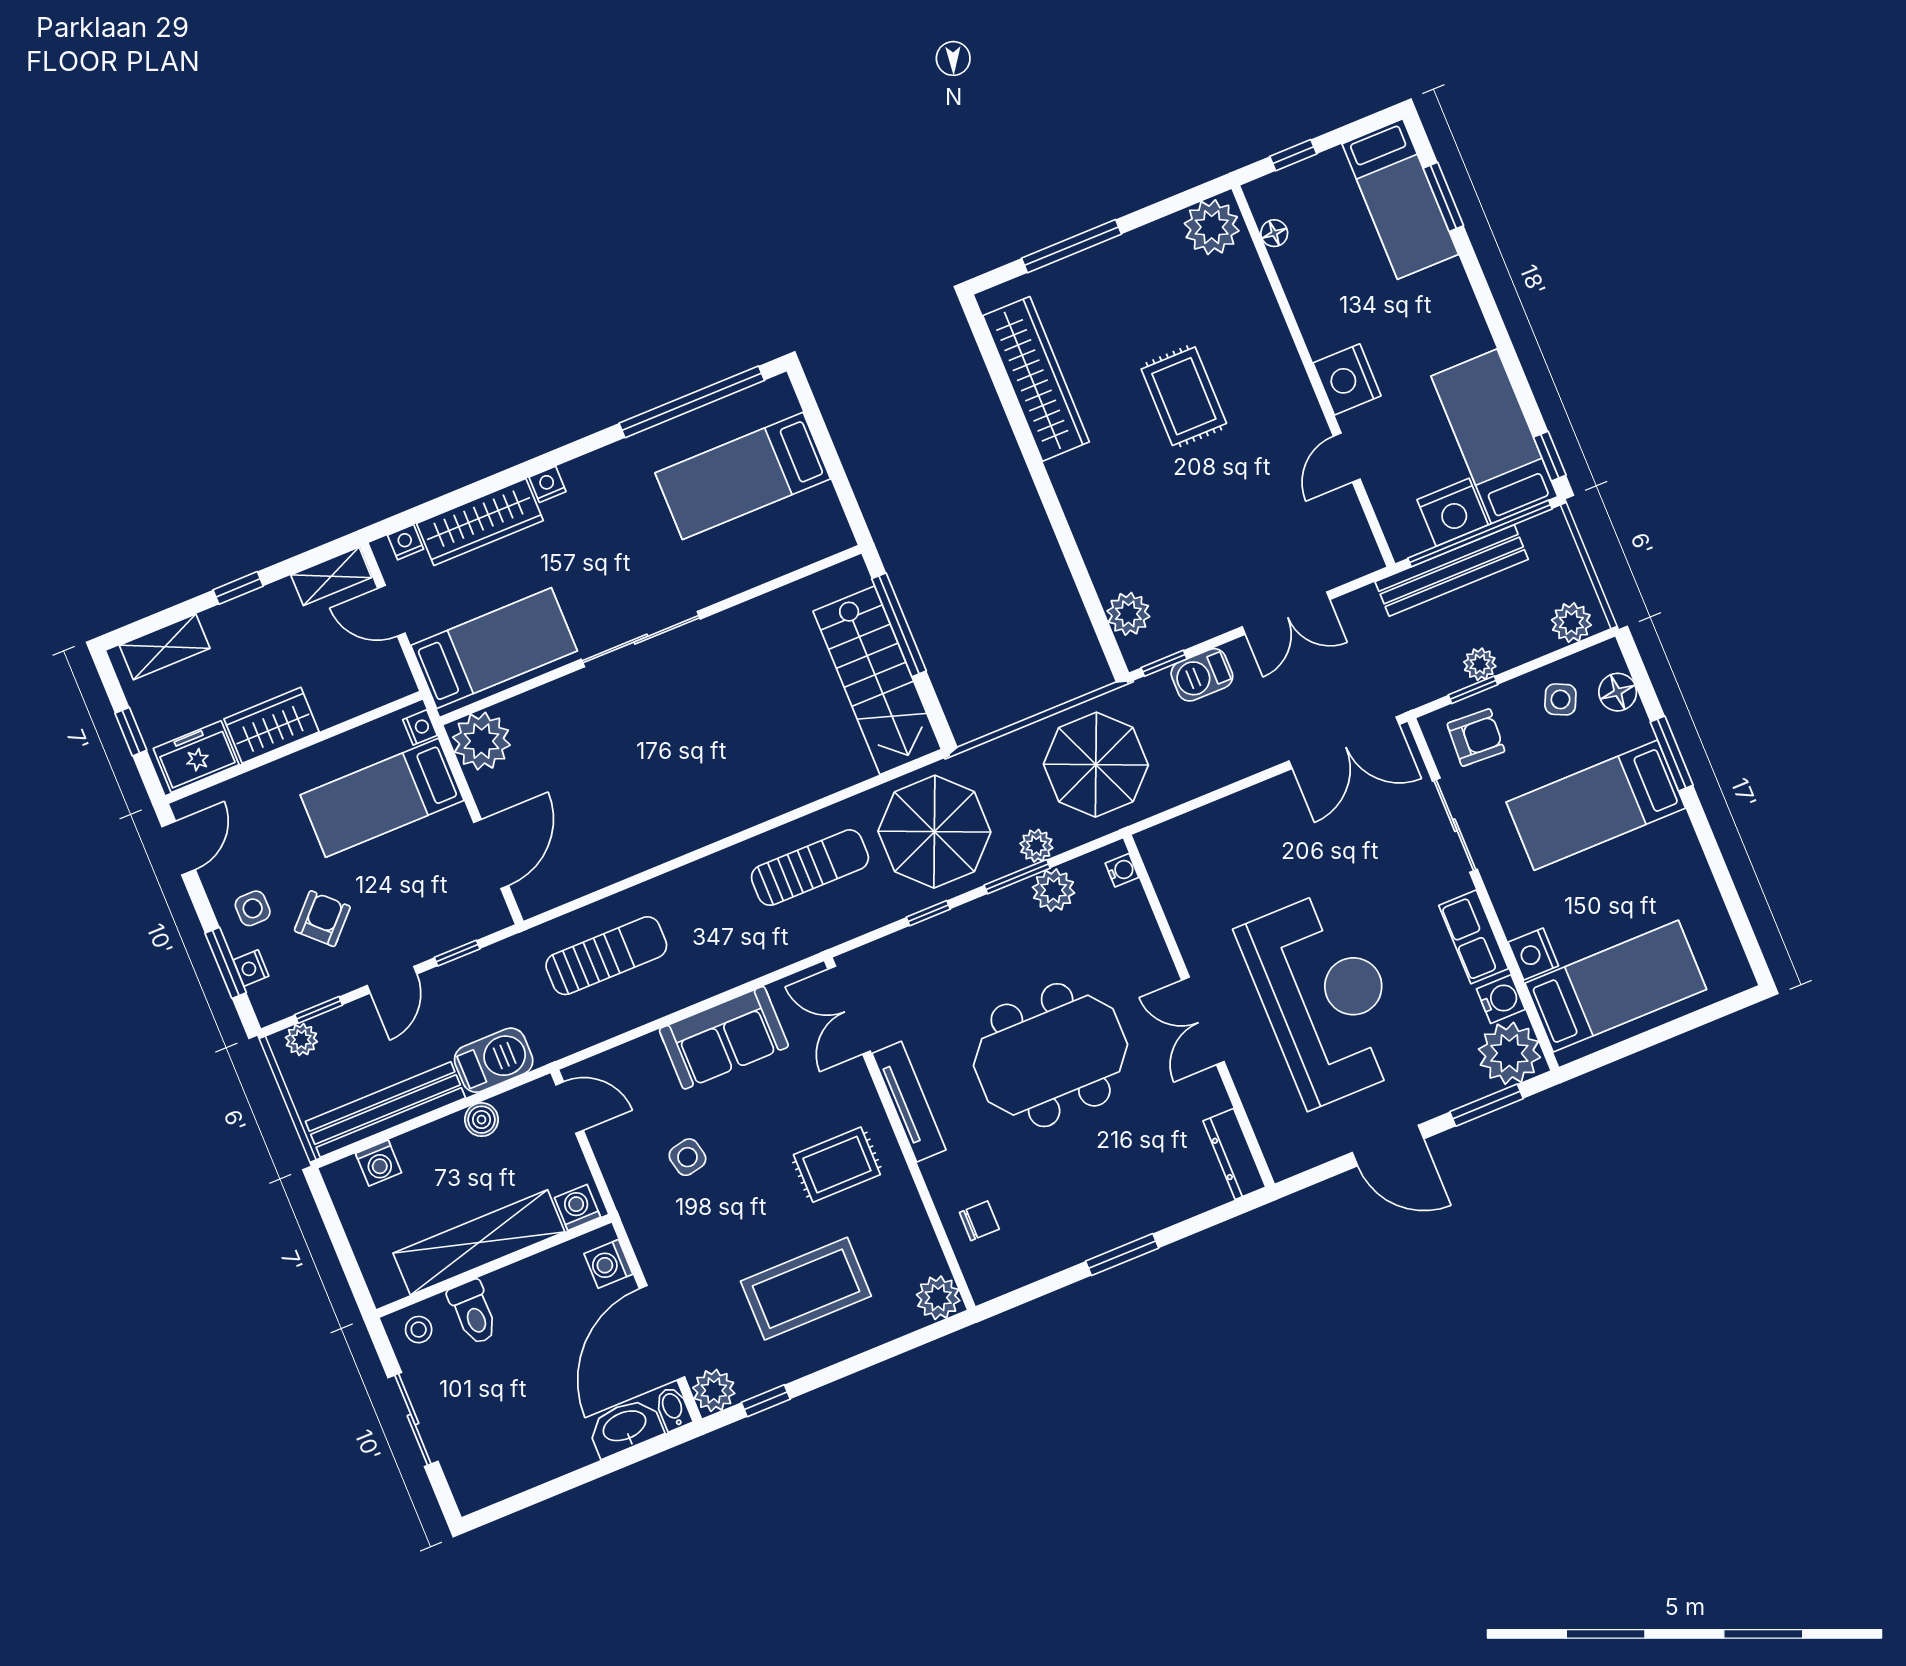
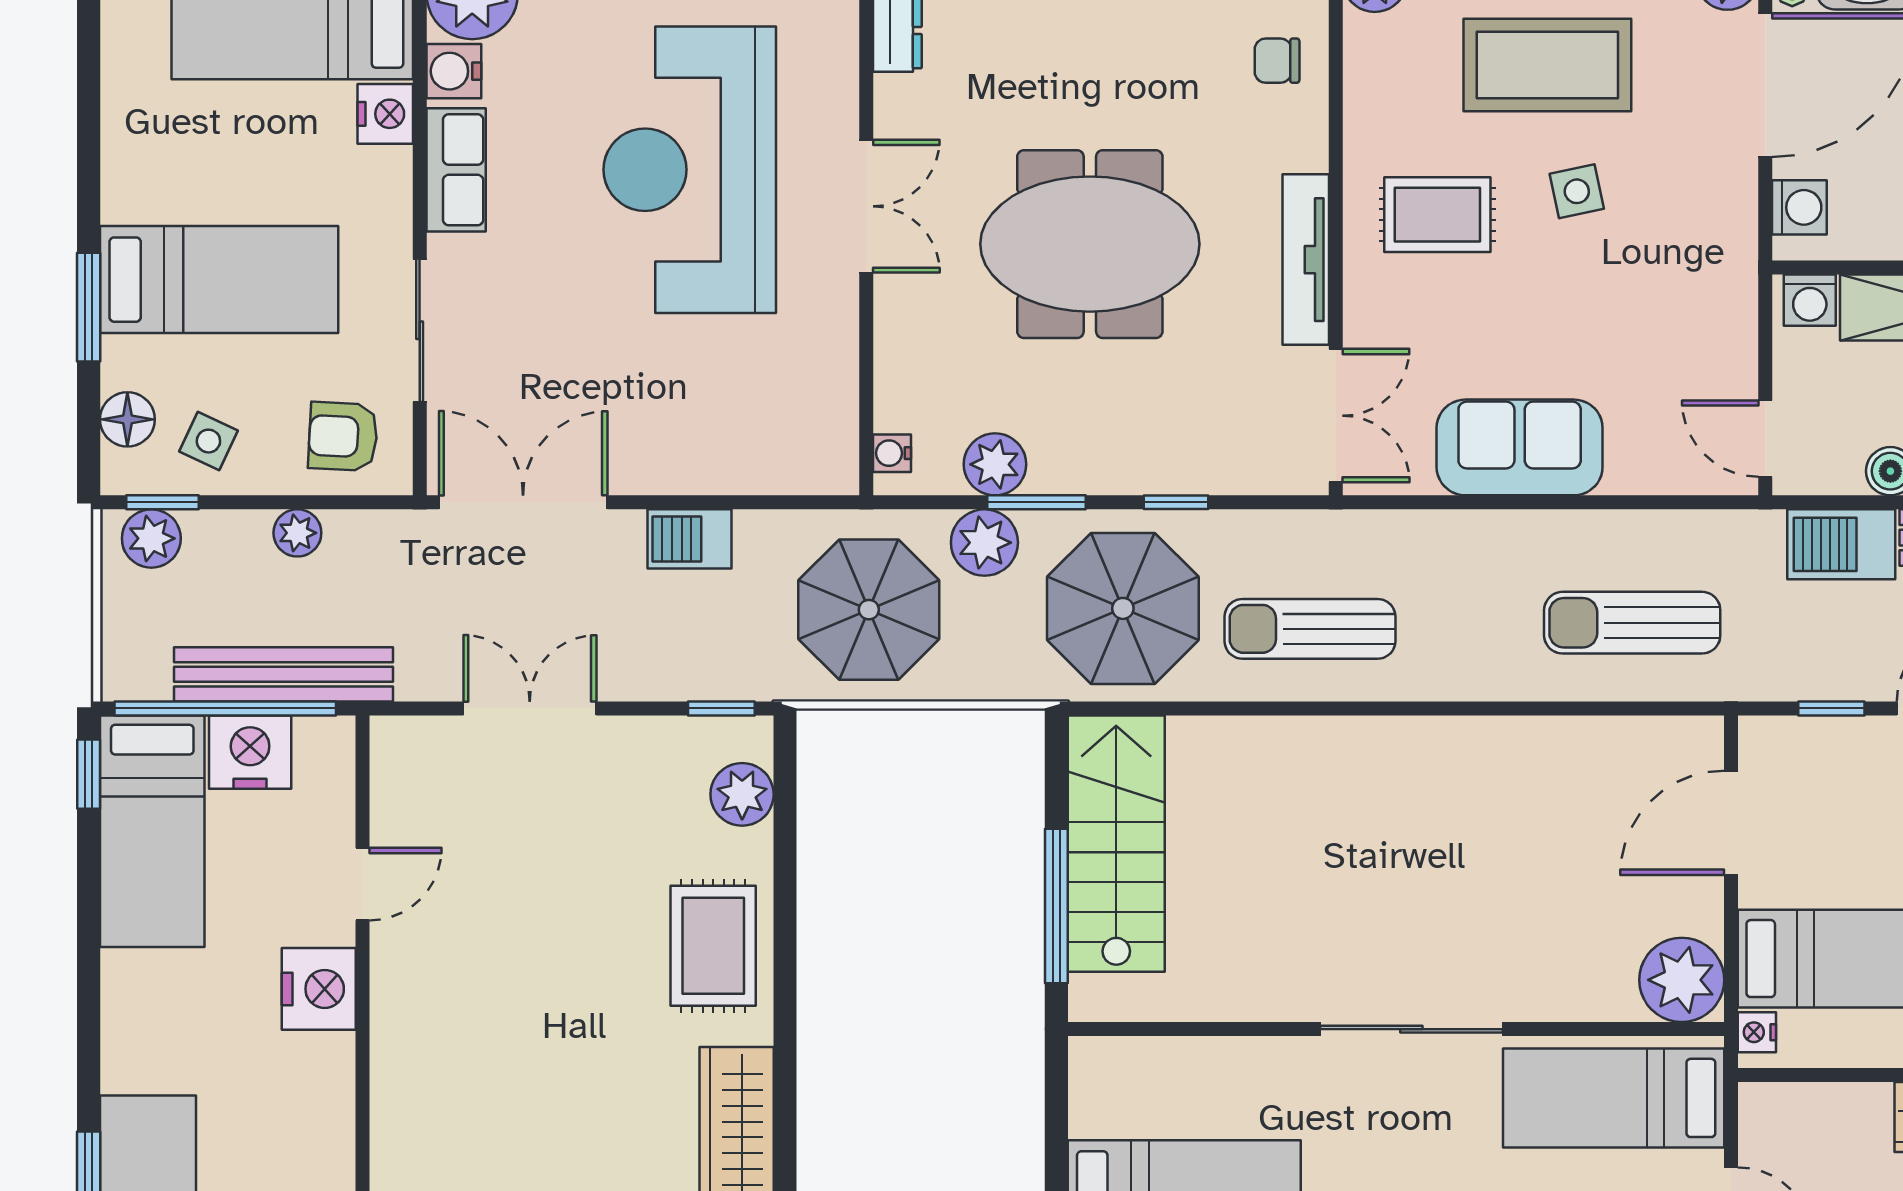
rug: (1184, 396) -> (713, 946), moved
barbecue: (1202, 675) -> (689, 539), moved, turned 180
window: (1473, 690) -> (162, 502), moved
plant: (1036, 846) -> (984, 543), width x1.38, depth x1.38
side table: (687, 1157) -> (1577, 191), moved

